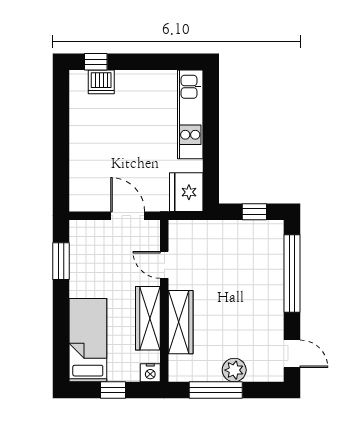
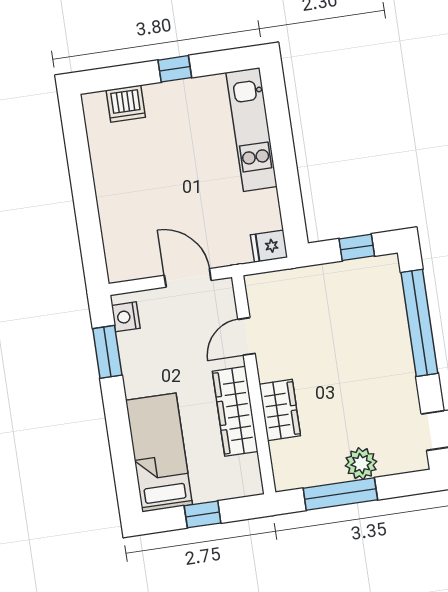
window: (96, 62) -> (175, 69), moved
fridge: (186, 192) -> (269, 246), width x0.53, depth x0.75
door: (164, 265) -> (247, 336), hinge flipped
wardrobe: (181, 322) -> (280, 410), width x0.67
nightstand: (150, 373) -> (126, 317), moved, turned 90

